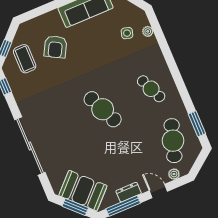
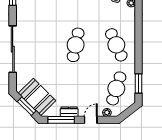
cafe table: (151, 89) -> (116, 45), width x1.37, depth x1.35
cafe table: (103, 109) -> (76, 45), turned 36
door: (158, 191) -> (91, 120), hinge flipped

